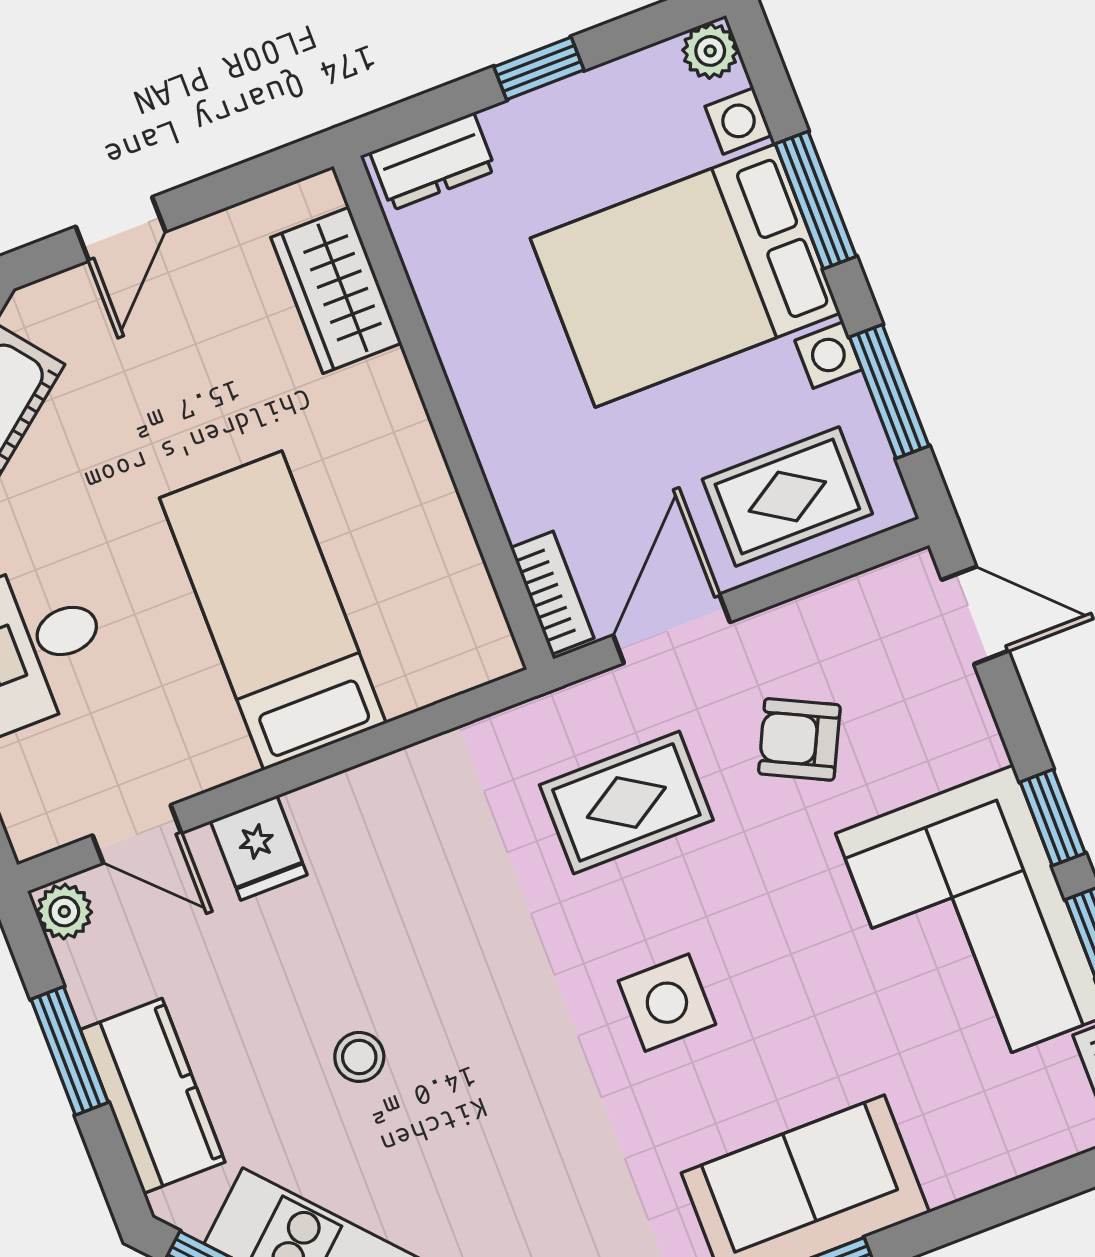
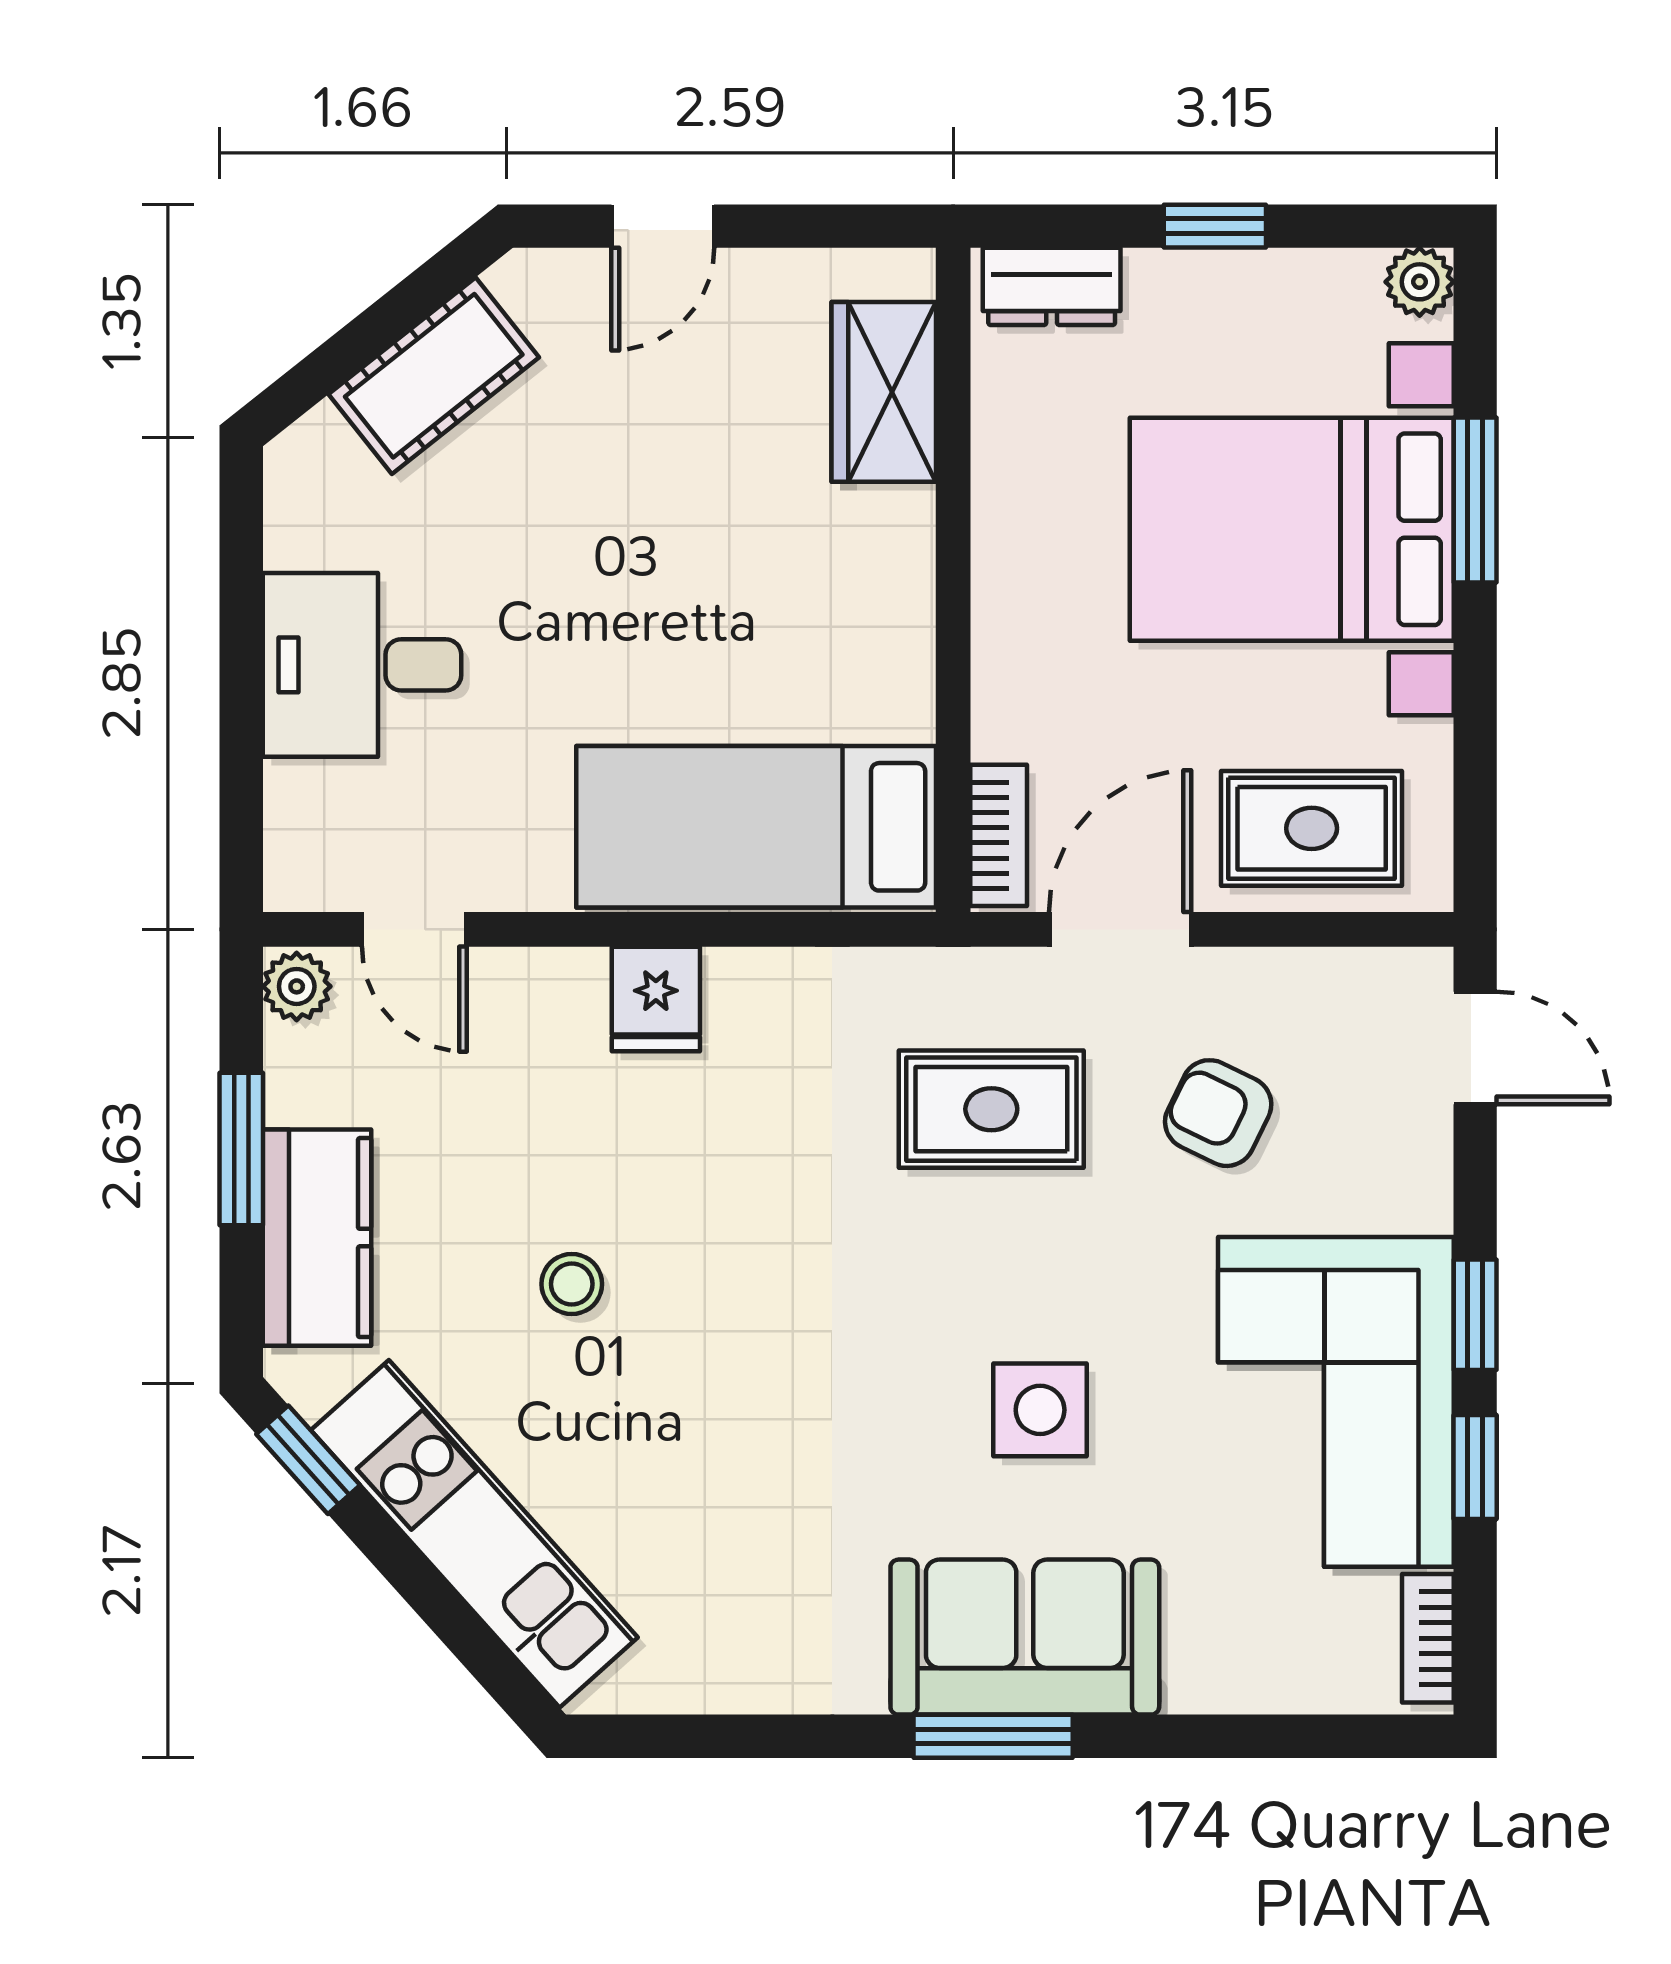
window: (889, 392) -> (1475, 753), removed
bed: (273, 611) -> (756, 827), moved, turned -90
fridge: (259, 848) -> (656, 999), moved
side table: (667, 1003) -> (1040, 1410), moved

